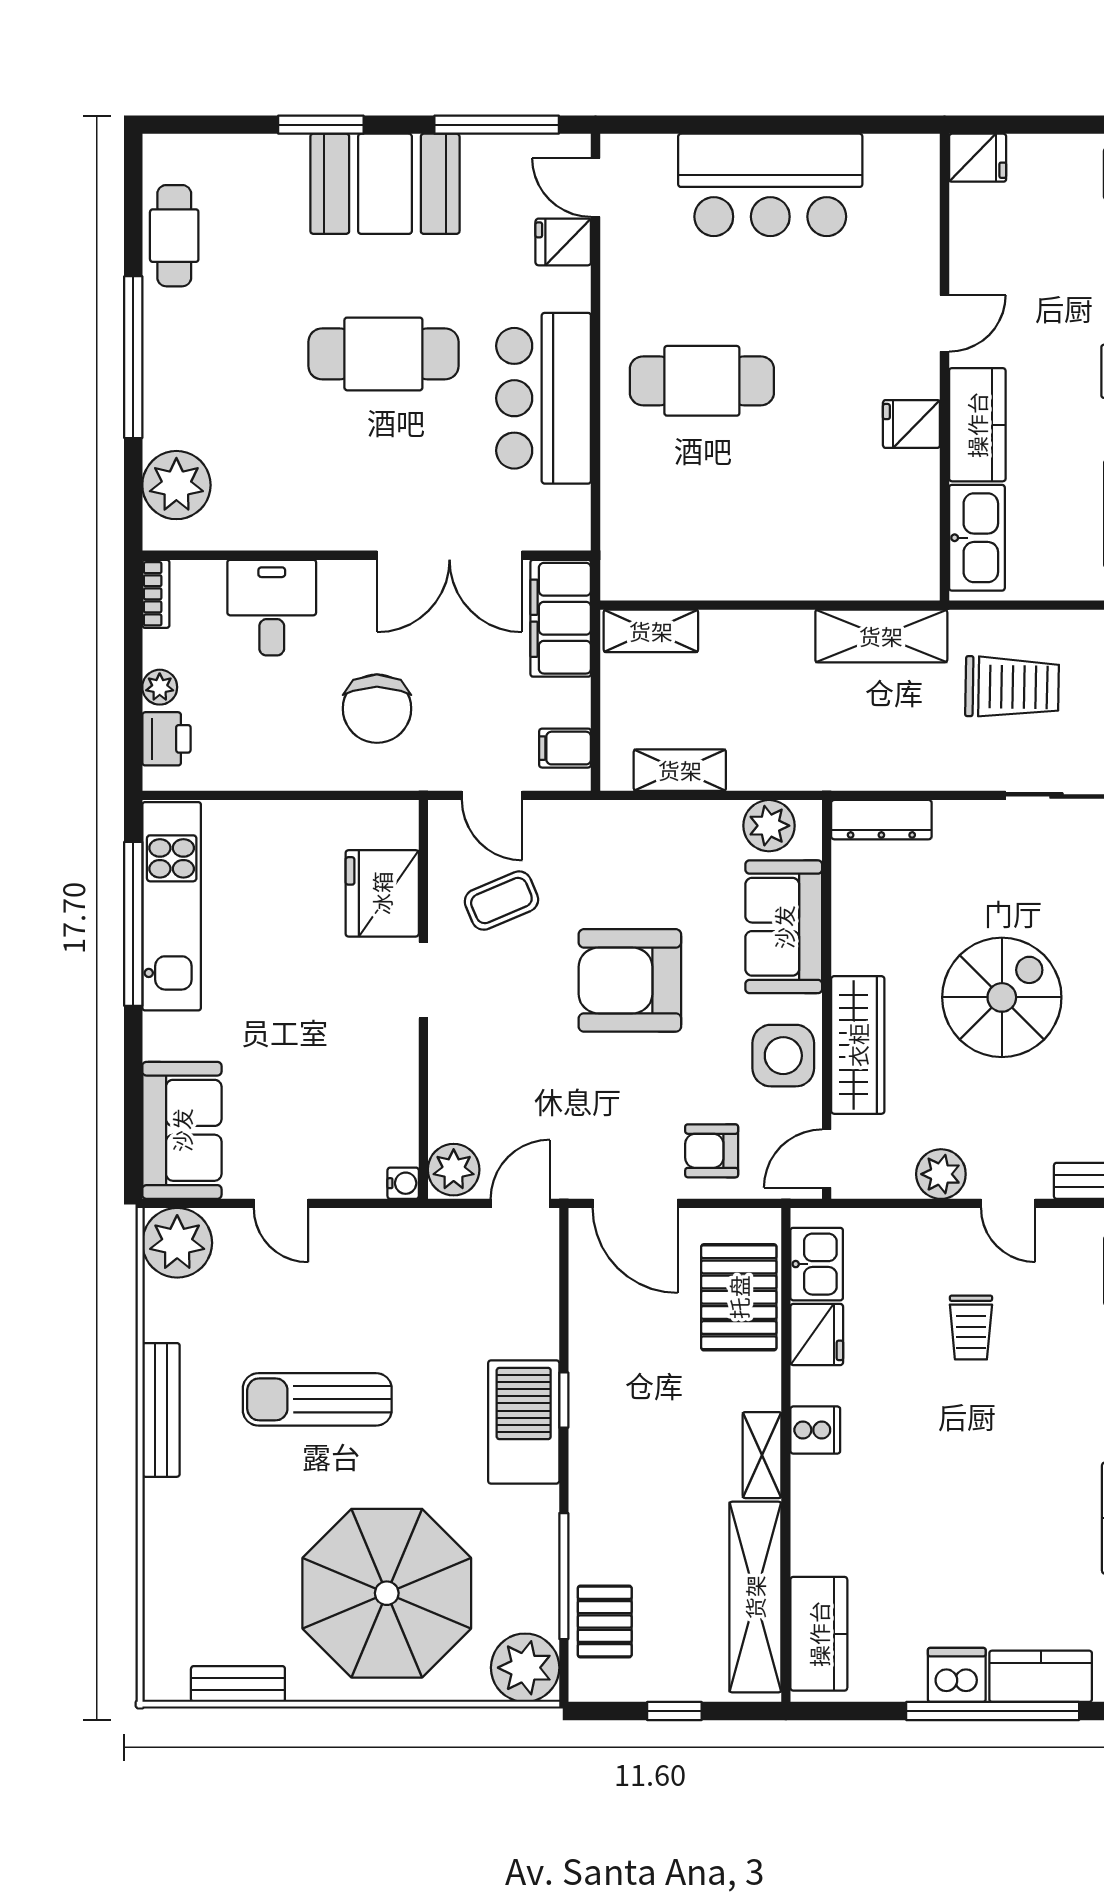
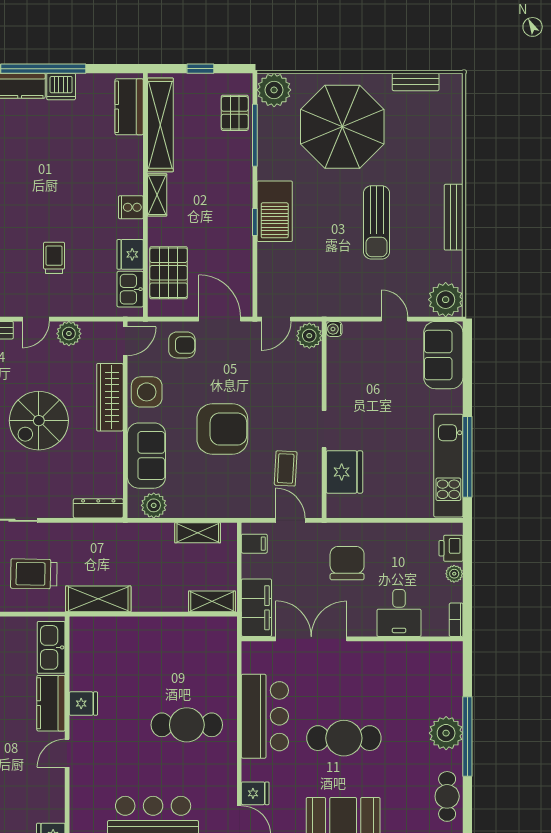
plant: (176, 485) -> (446, 733), moved
coffee table: (501, 901) -> (286, 468), turned -64
door: (1008, 1203) -> (36, 319), swing flipped
sun lounger: (317, 1399) -> (377, 222), turned 90

